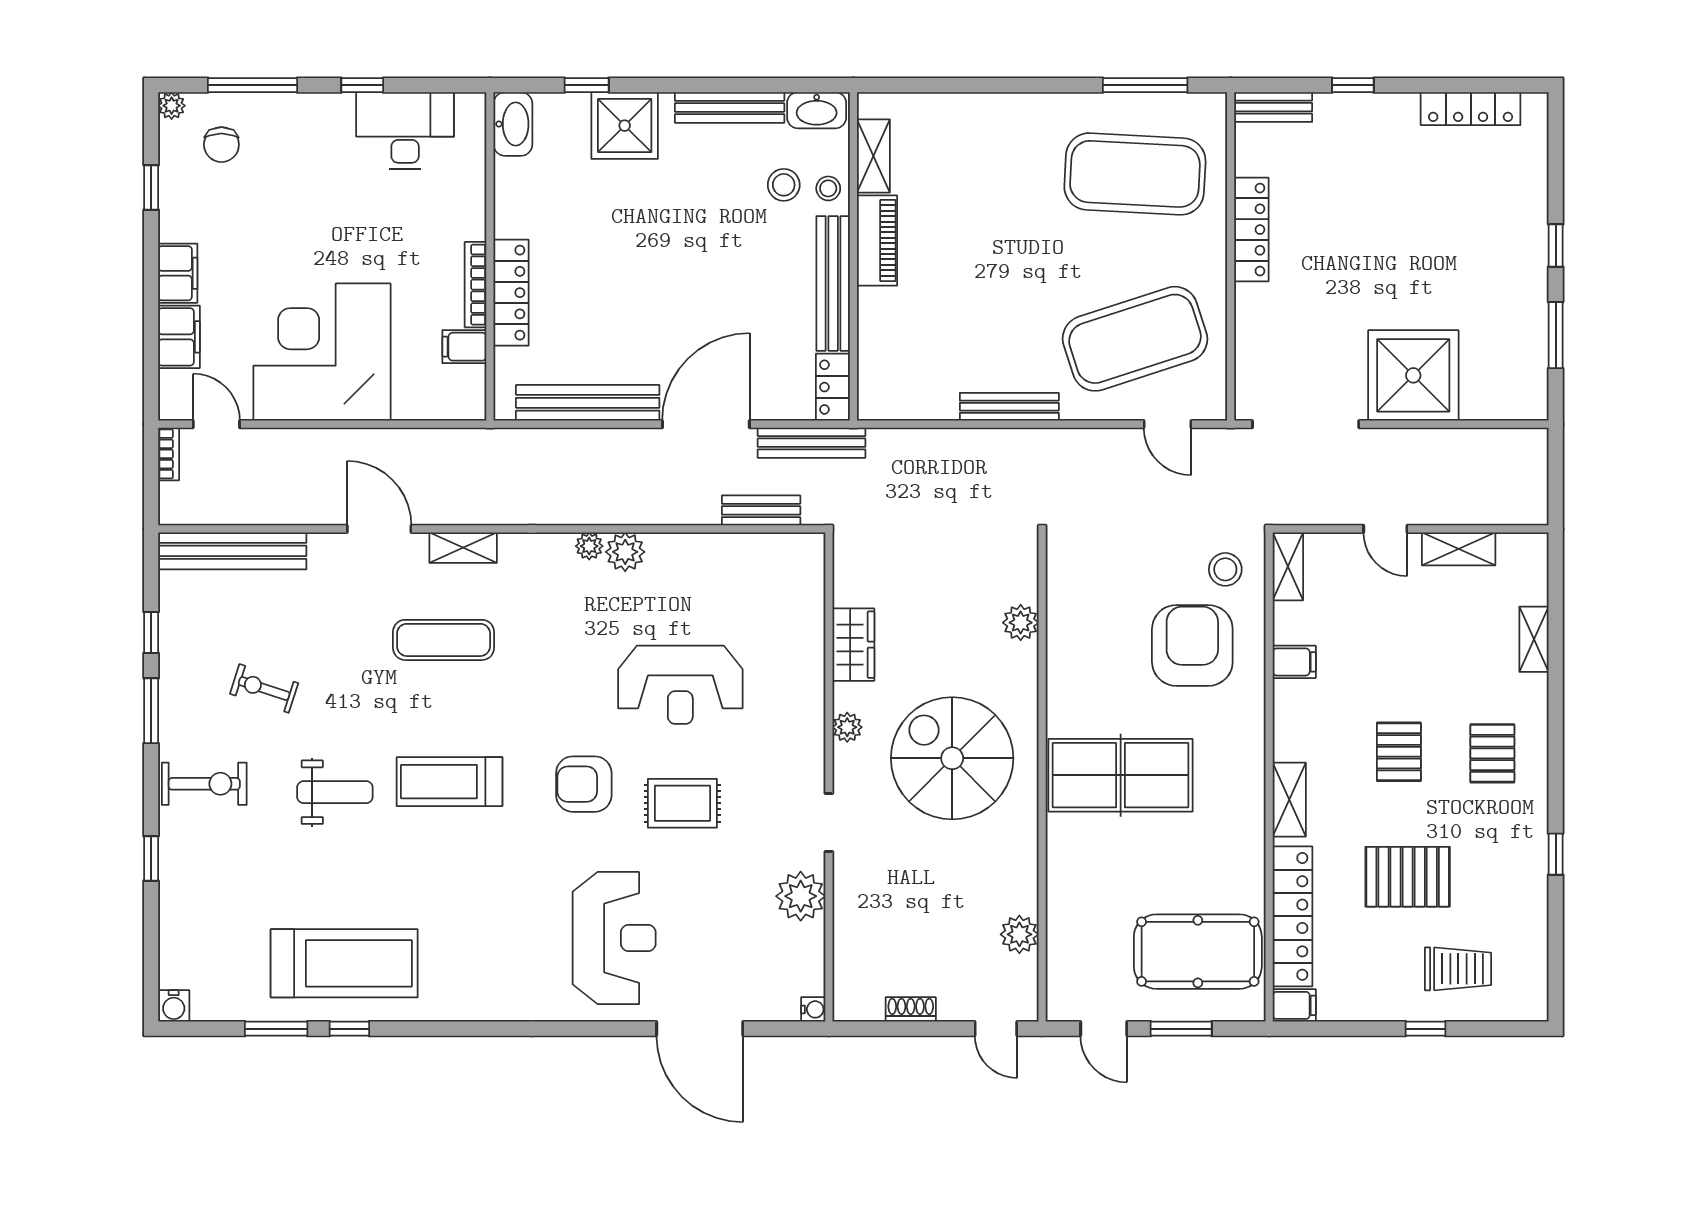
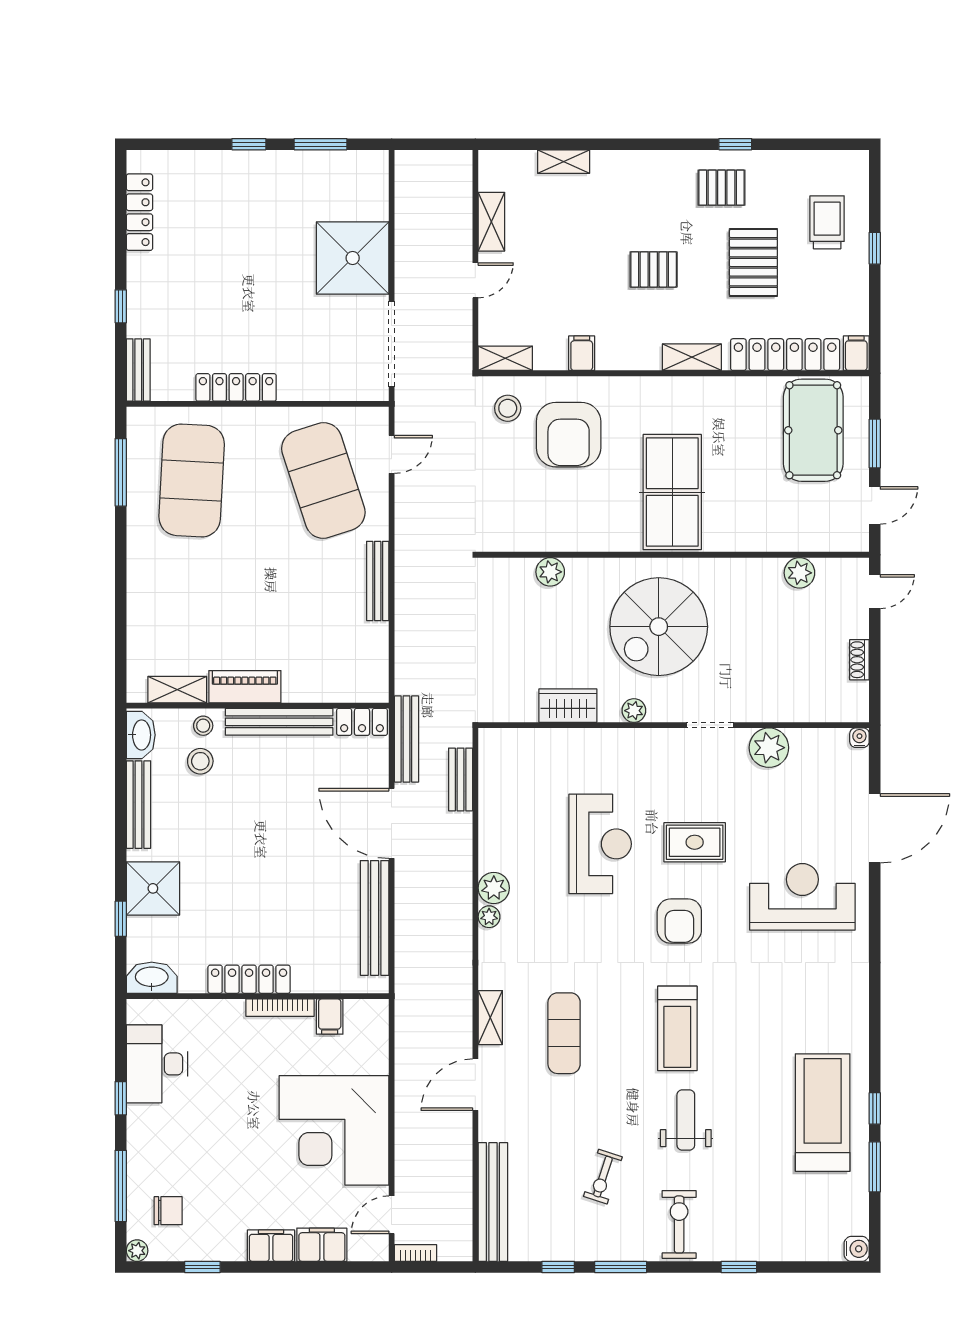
locker: (511, 293) -> (249, 979), moved
armchair: (1192, 645) -> (569, 435), turned -90
pallet: (1492, 753) -> (722, 188), moved
rug: (682, 803) -> (695, 842), turned 90

